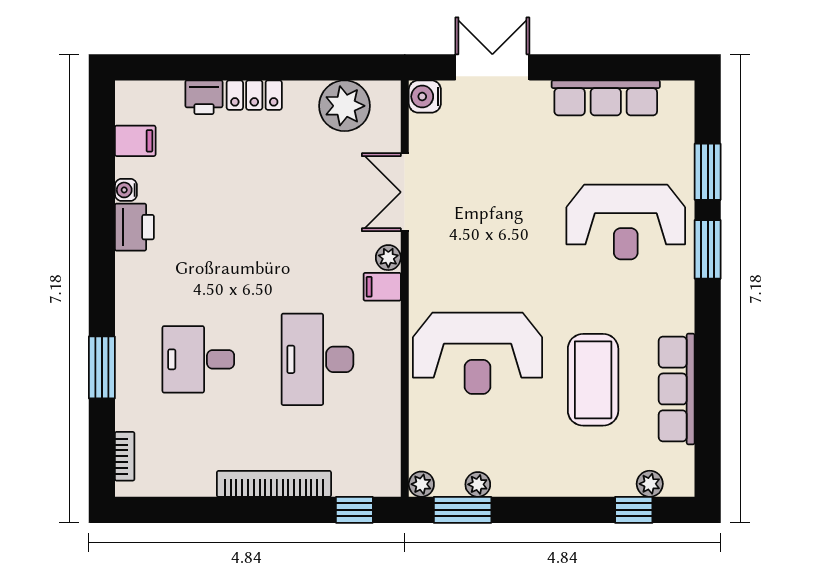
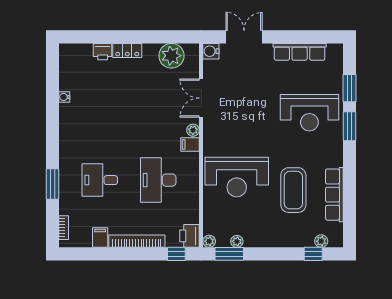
filing cabinet: (135, 141) -> (100, 238), moved, turned -90
printer: (134, 227) -> (190, 236), moved, turned 180

